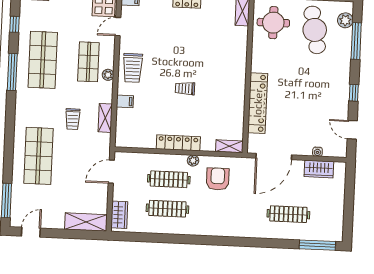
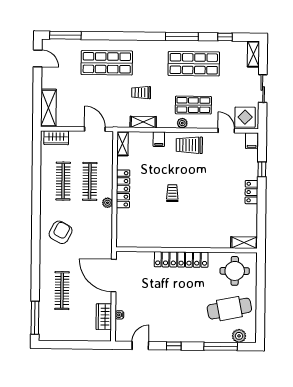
locker: (258, 103) -> (181, 259), moved
shelving: (229, 146) -> (122, 144), moved
armchair: (218, 179) -> (61, 232), moved, turned -62

